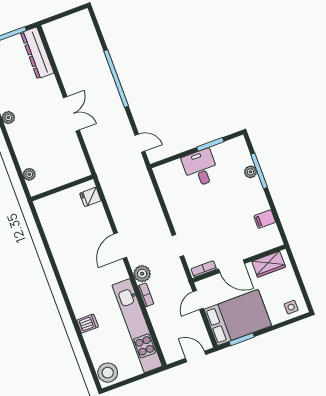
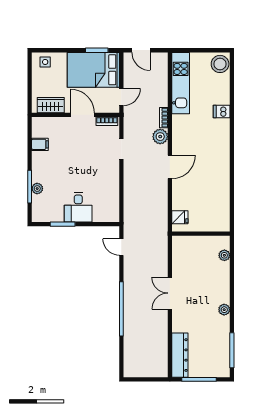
kitchen unit: (137, 326) -> (181, 83), width x0.73

